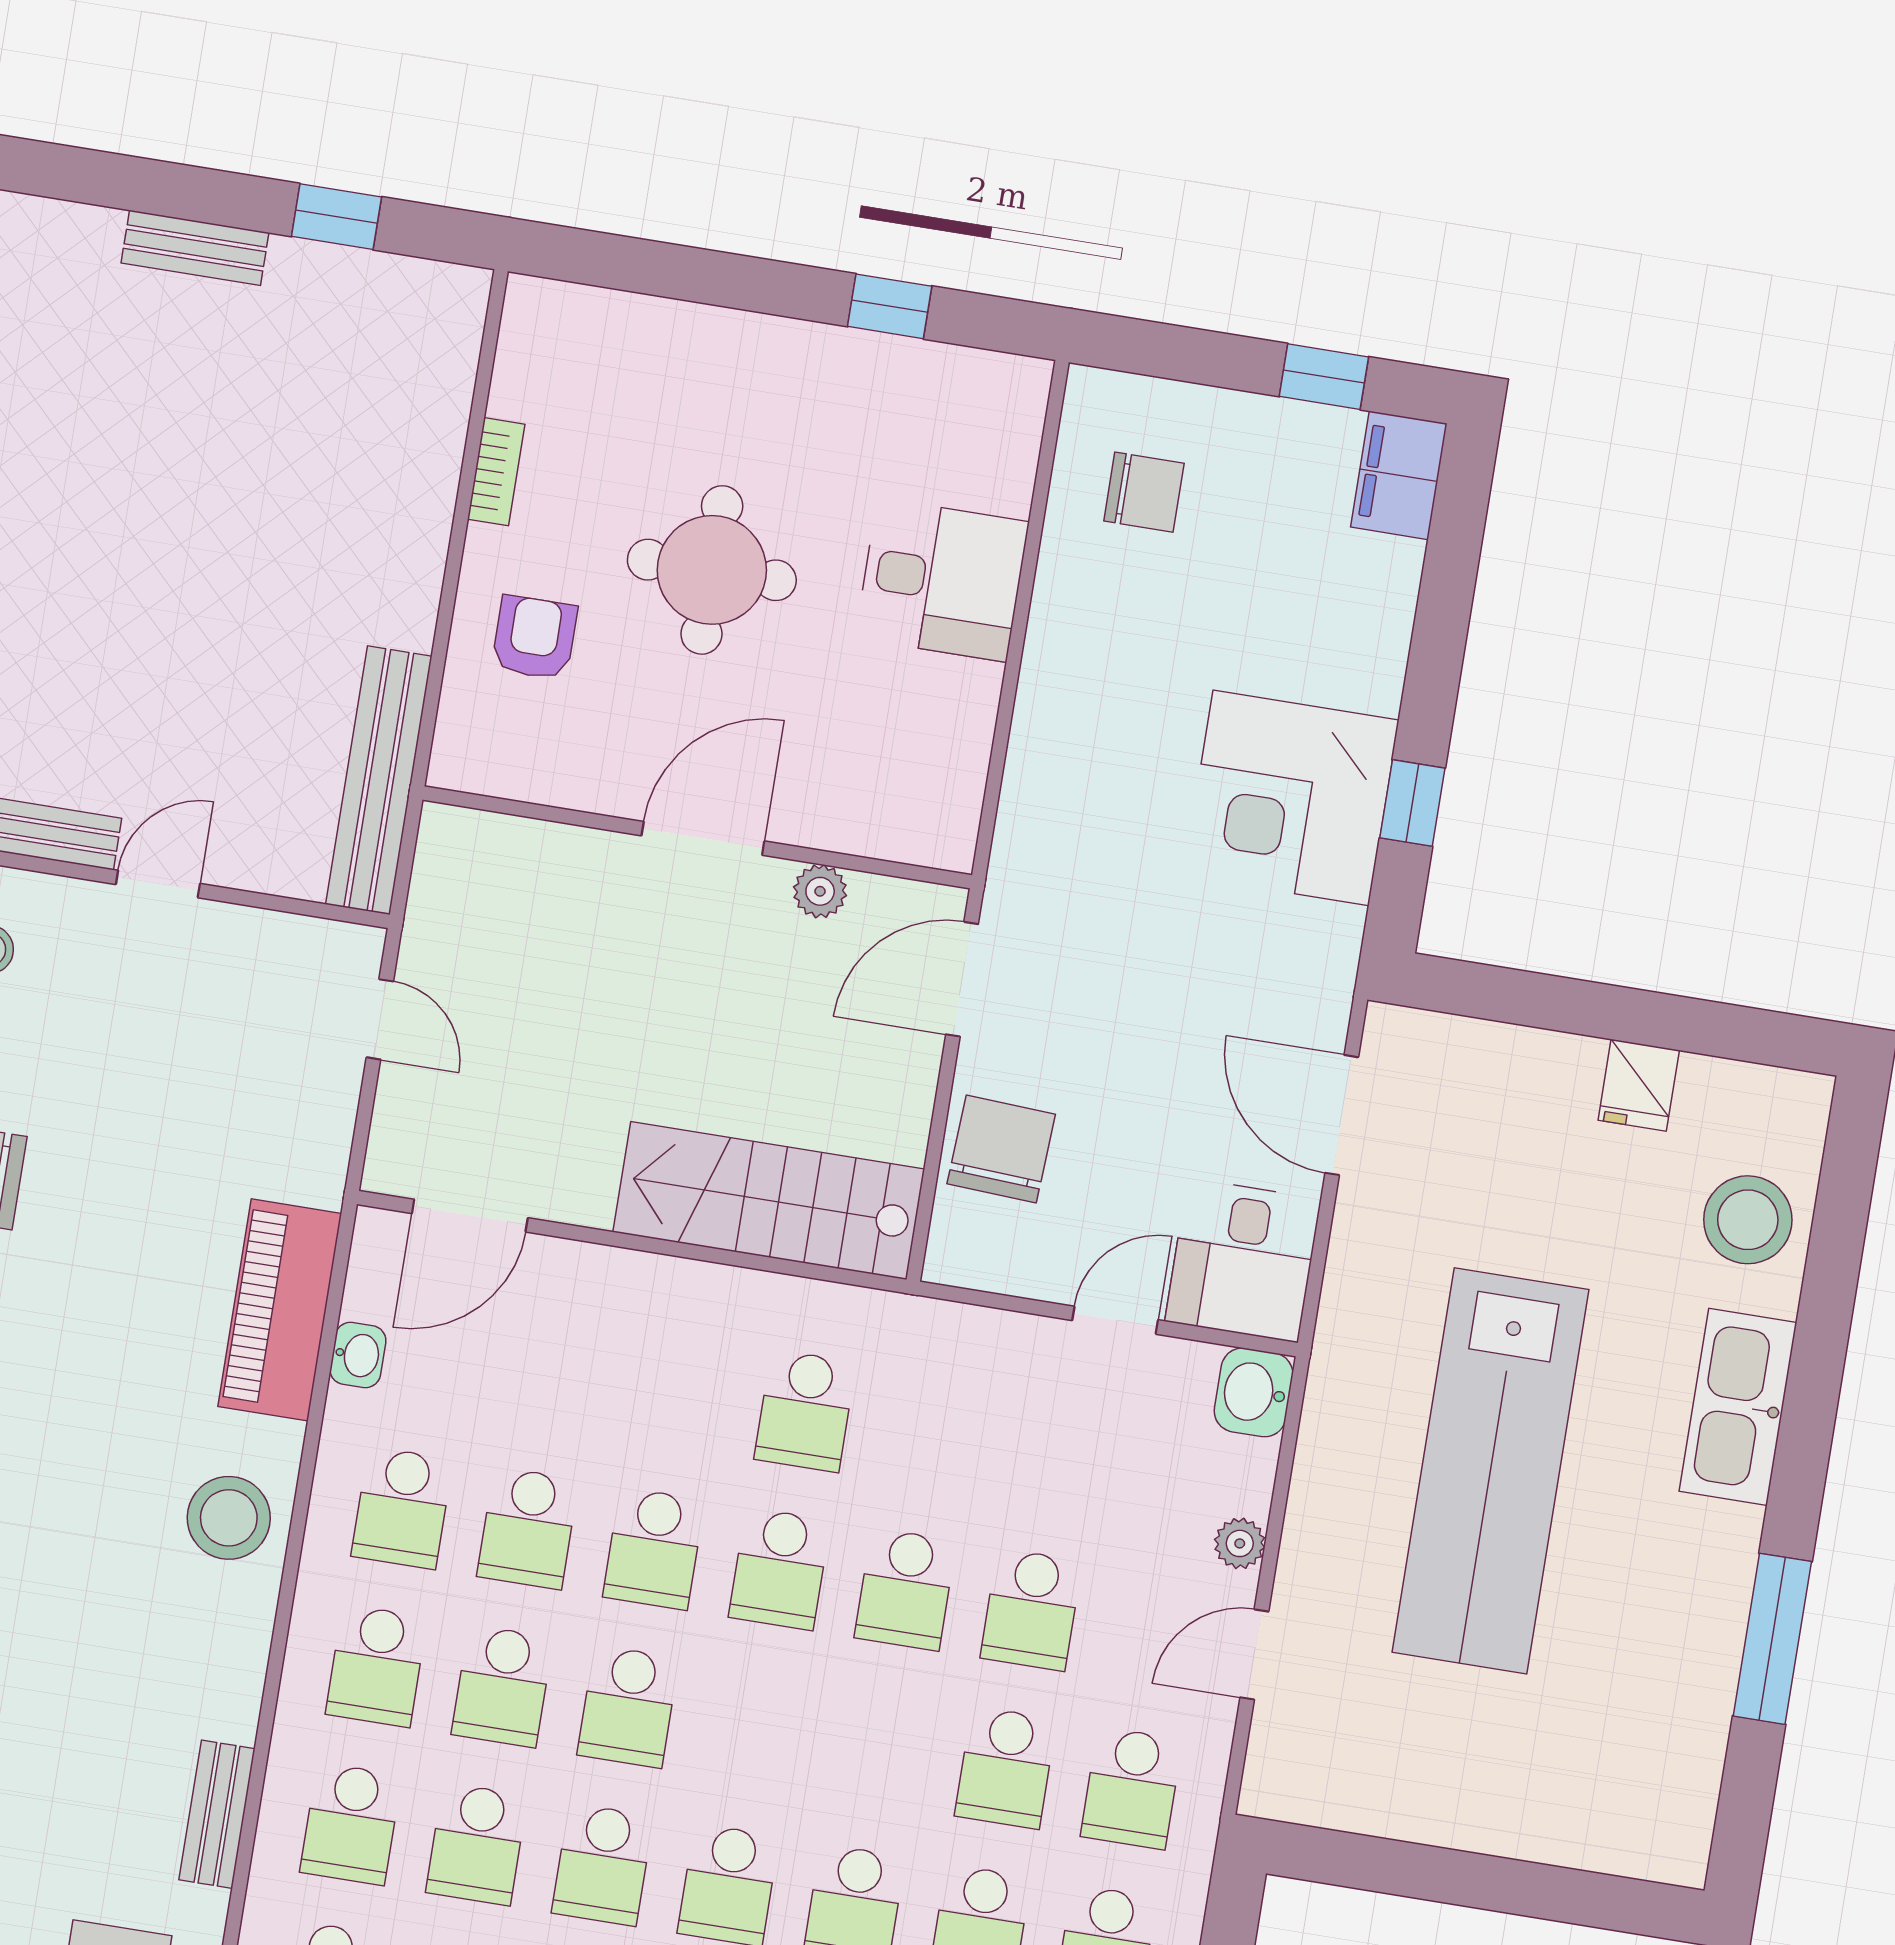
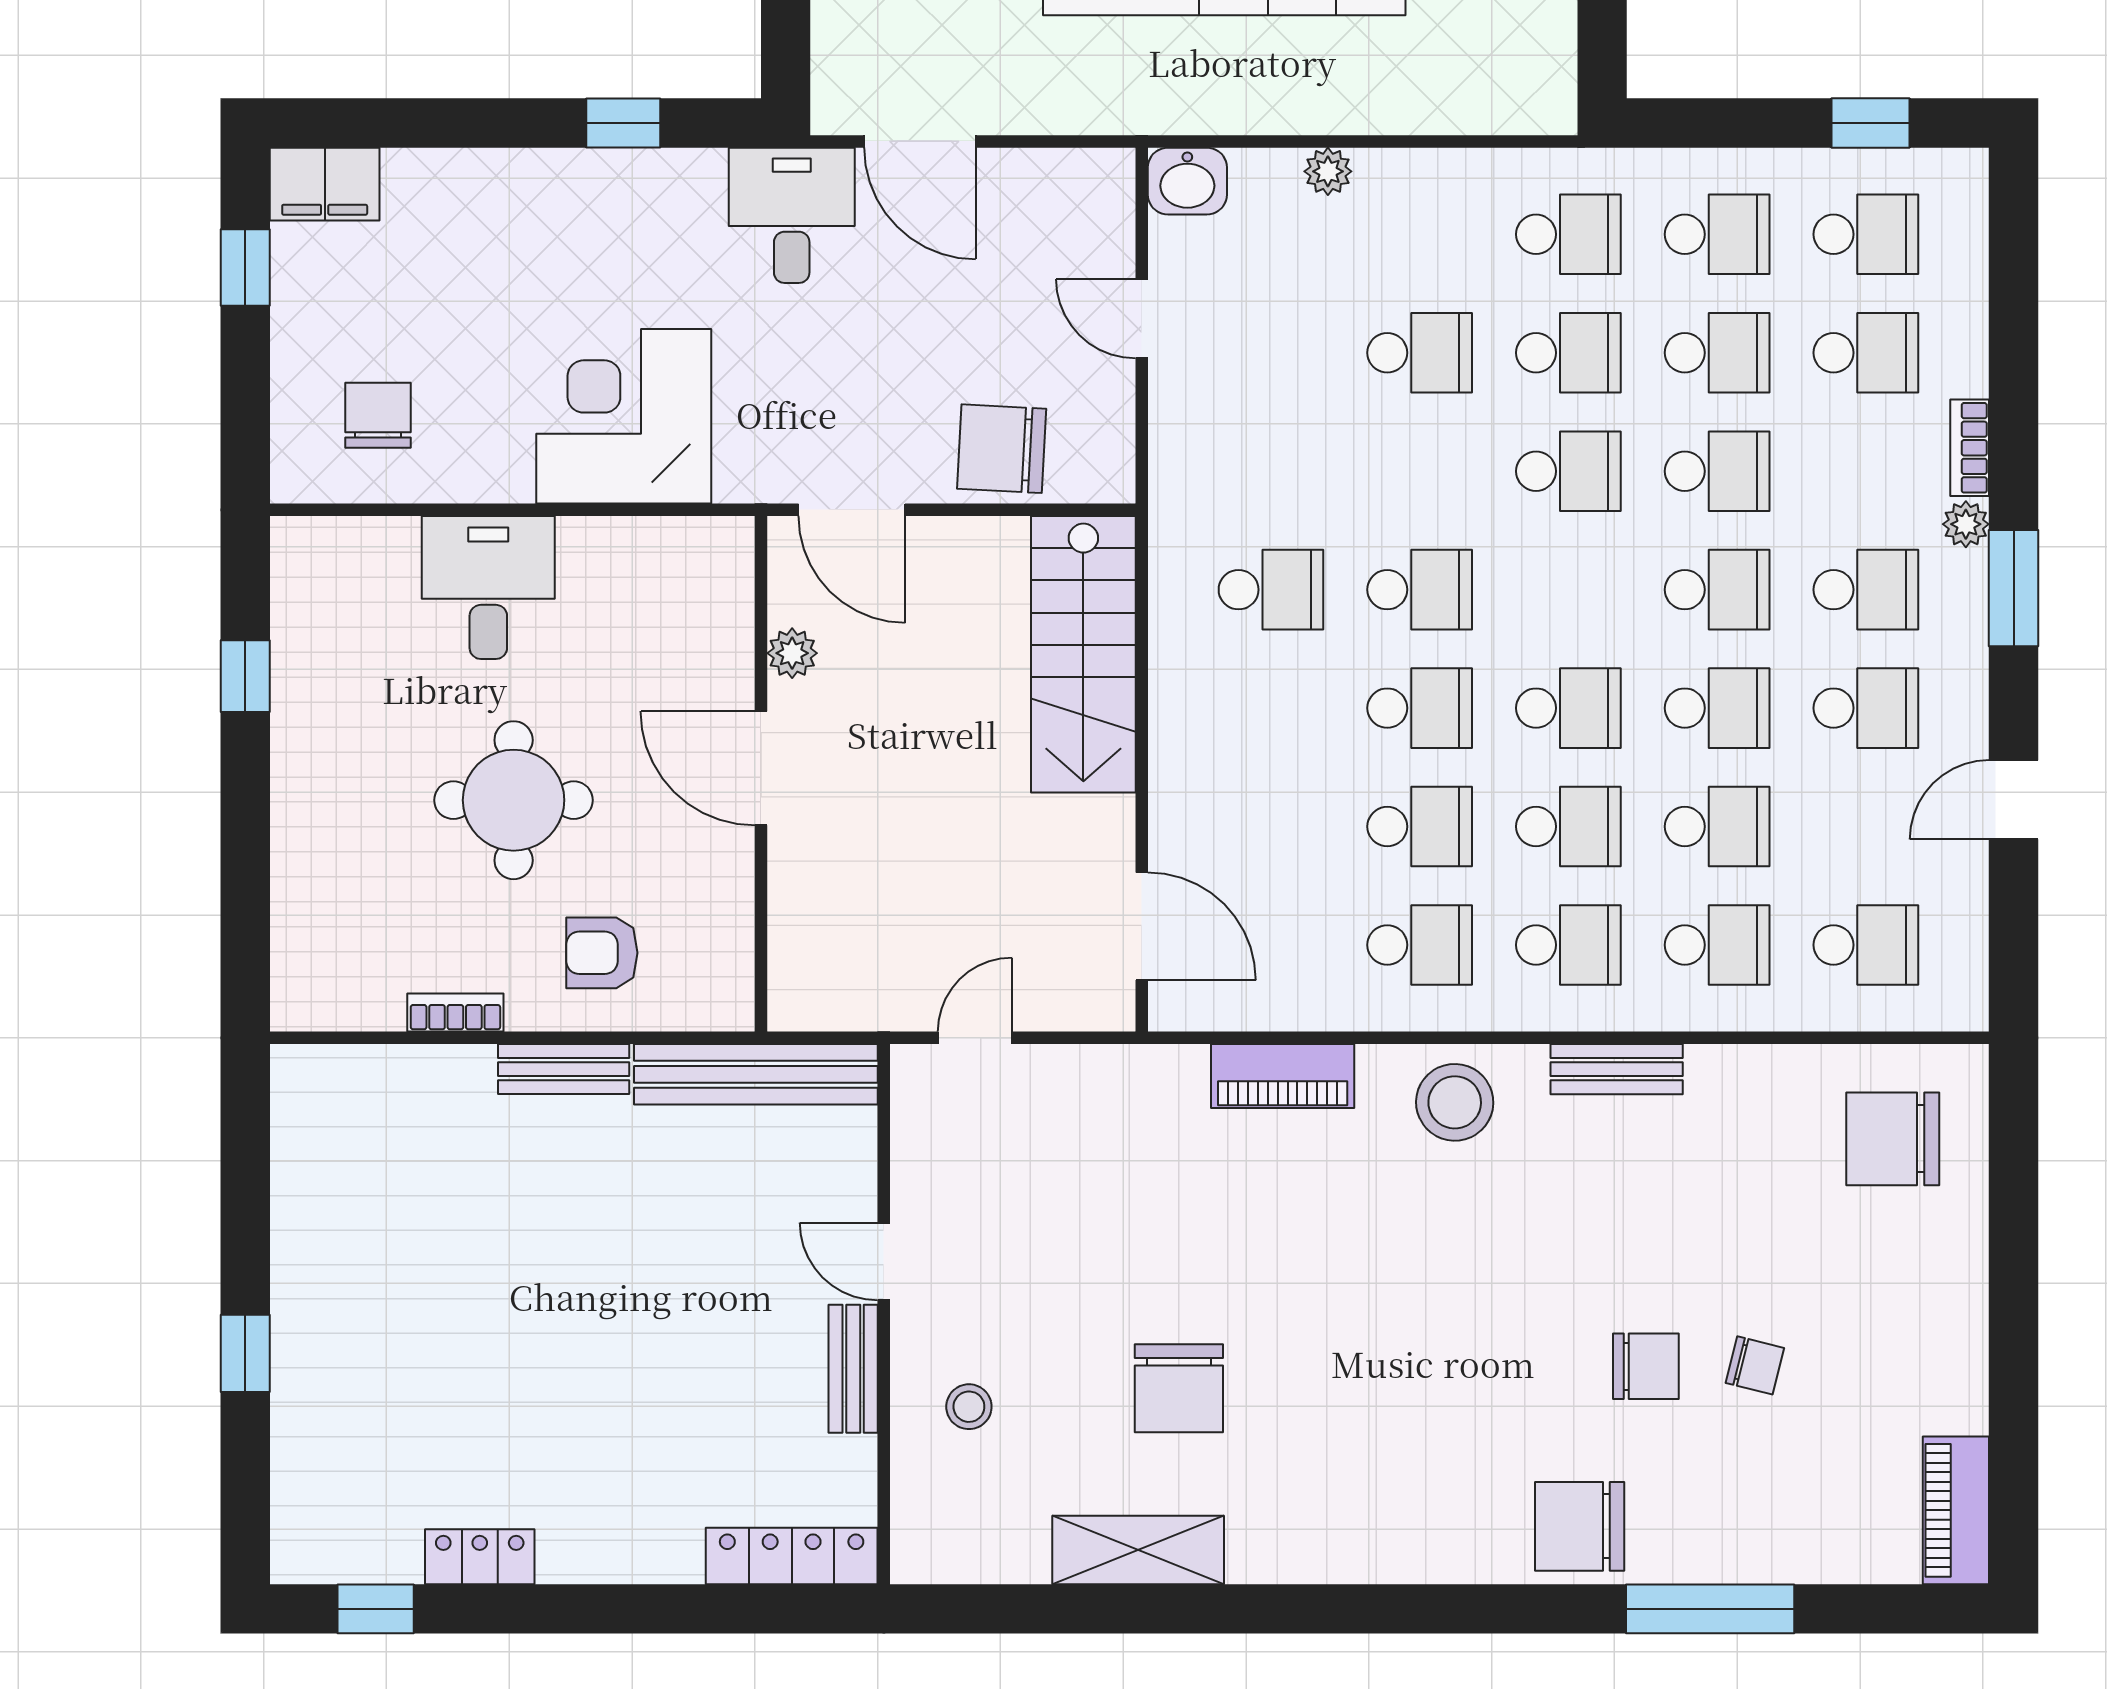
window: (336, 217) -> (245, 1353), moved
bench: (195, 248) -> (564, 1069), moved, turned 90
corner desk: (1291, 798) -> (624, 416), moved, turned 180
door: (1342, 1115) -> (920, 141), hinge flipped
desk: (1243, 1260) -> (792, 215), moved, turned -90
piano: (280, 1310) -> (1283, 1076), width x0.73, depth x0.75
washbasin: (358, 1355) -> (1286, 1008), removed
school desk: (905, 1589) -> (1568, 471), moved
door: (1254, 1655) -> (1428, 141), removed
bench: (217, 1814) -> (1617, 1069), moved

